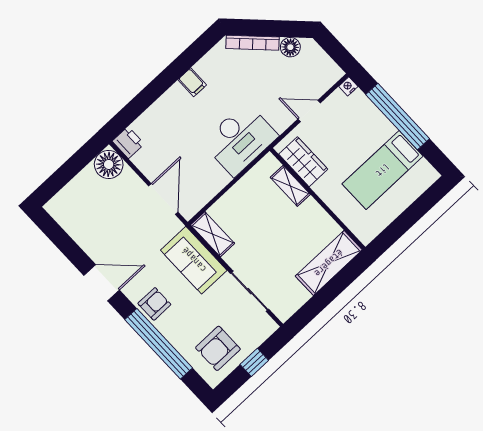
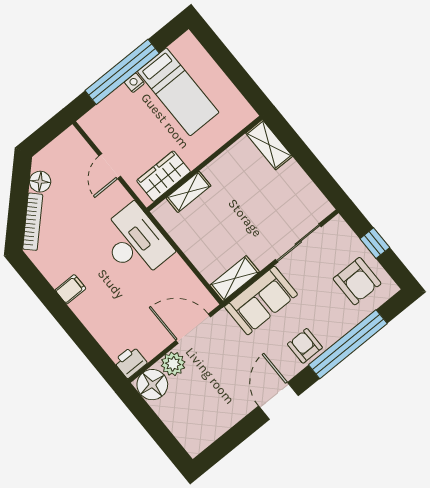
nightstand: (348, 86) -> (134, 83), moved, turned 90
plant: (129, 182) -> (173, 364), added
shelving: (329, 263) -> (269, 145), width x0.67, depth x0.75

